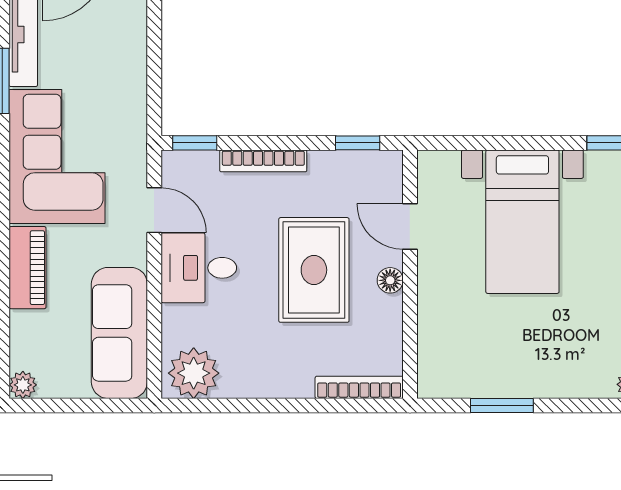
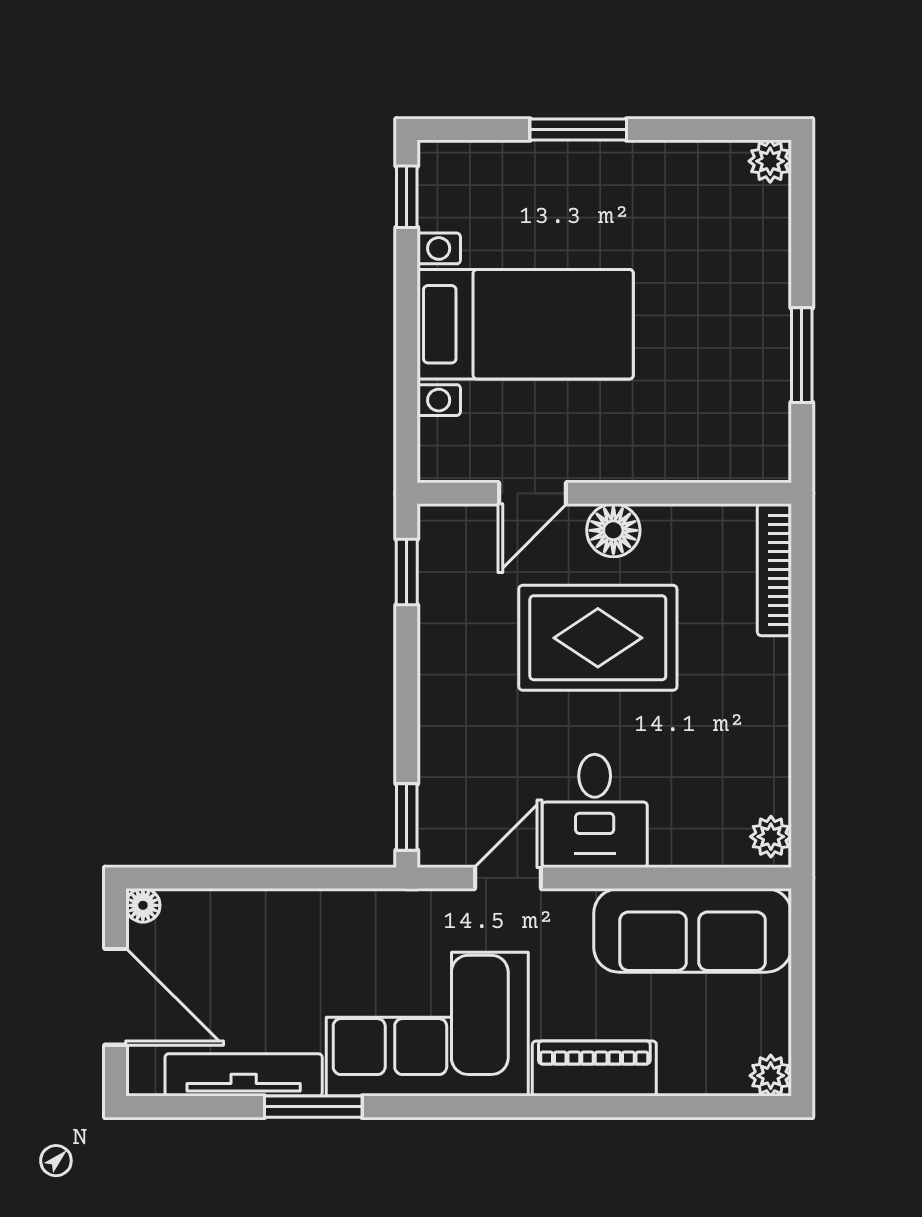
bookcase: (263, 161) -> (434, 714), removed
floor lamp: (390, 280) -> (613, 530), width x1.37, depth x1.37
plant: (194, 373) -> (771, 837), width x0.53, depth x0.53

